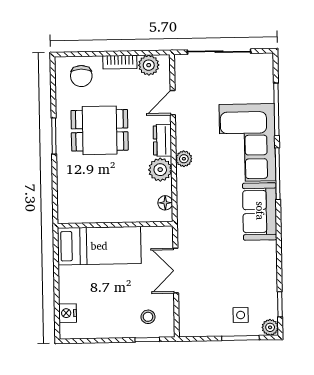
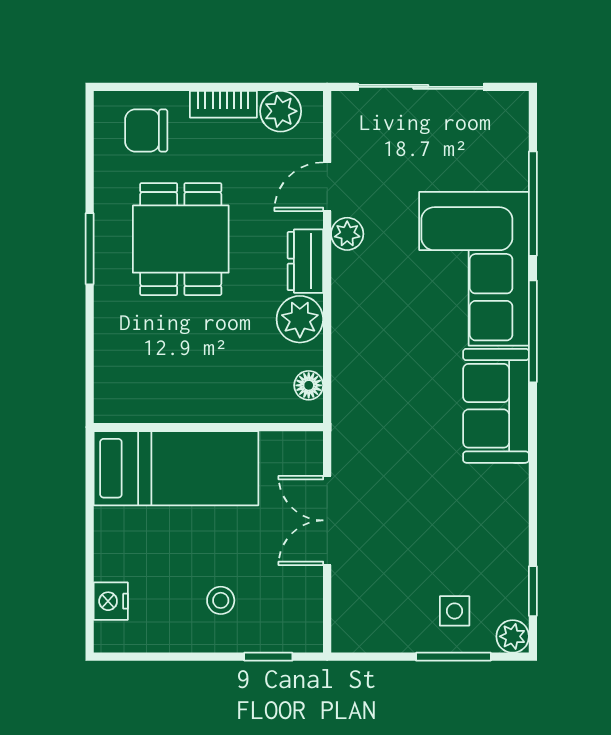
chair: (81, 76) -> (146, 131), turned 90
dining table: (100, 130) -> (181, 239), turned 90
plant: (184, 159) -> (347, 234), moved
stool: (148, 317) -> (221, 600), moved

